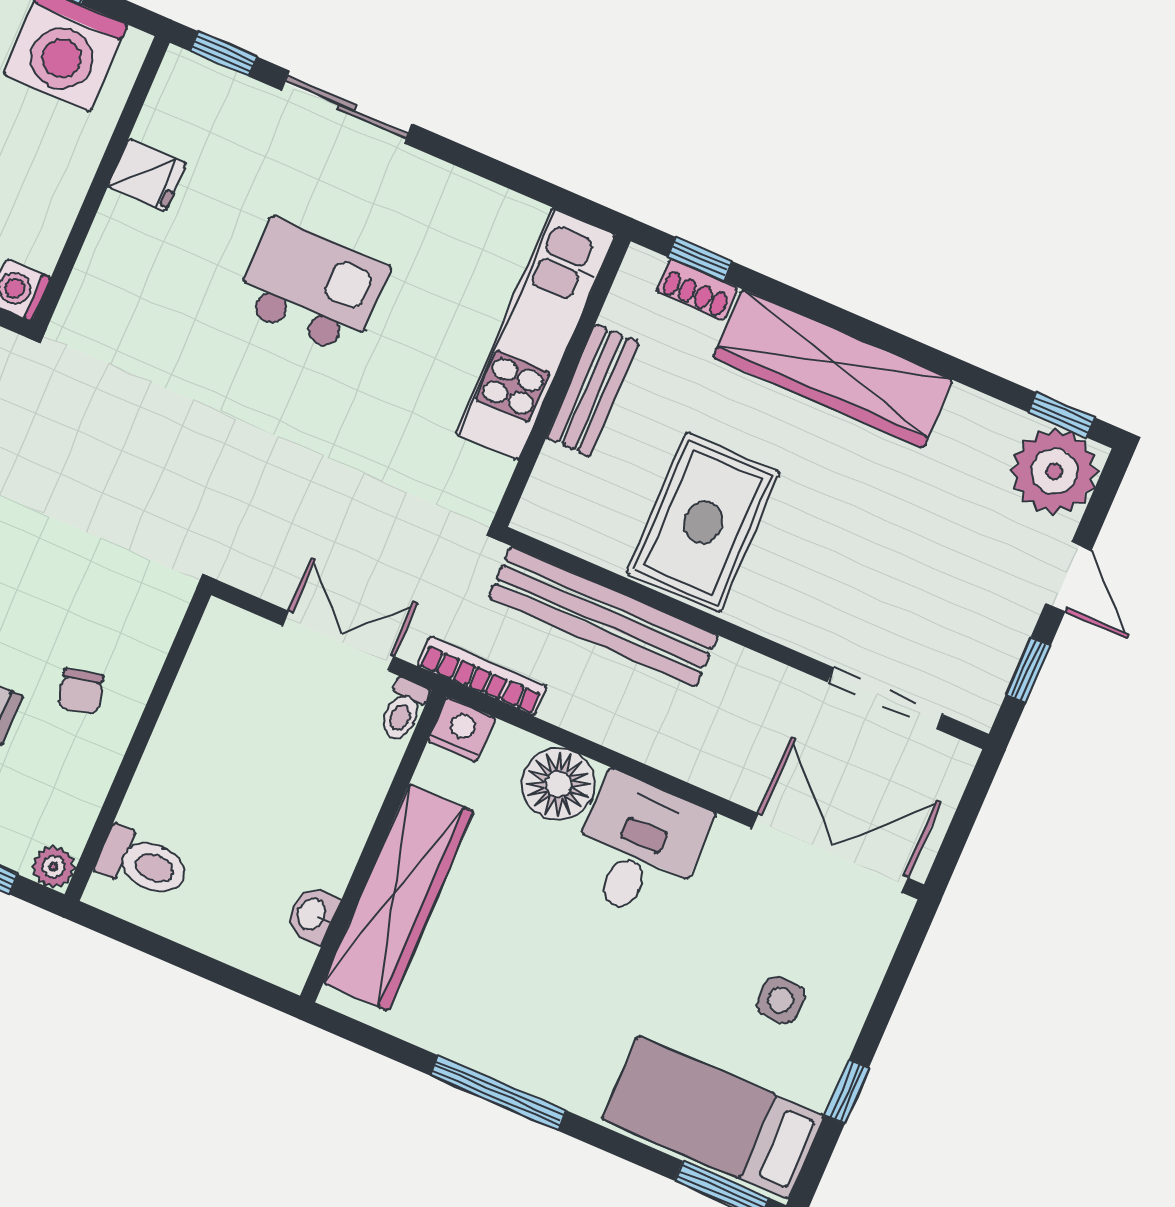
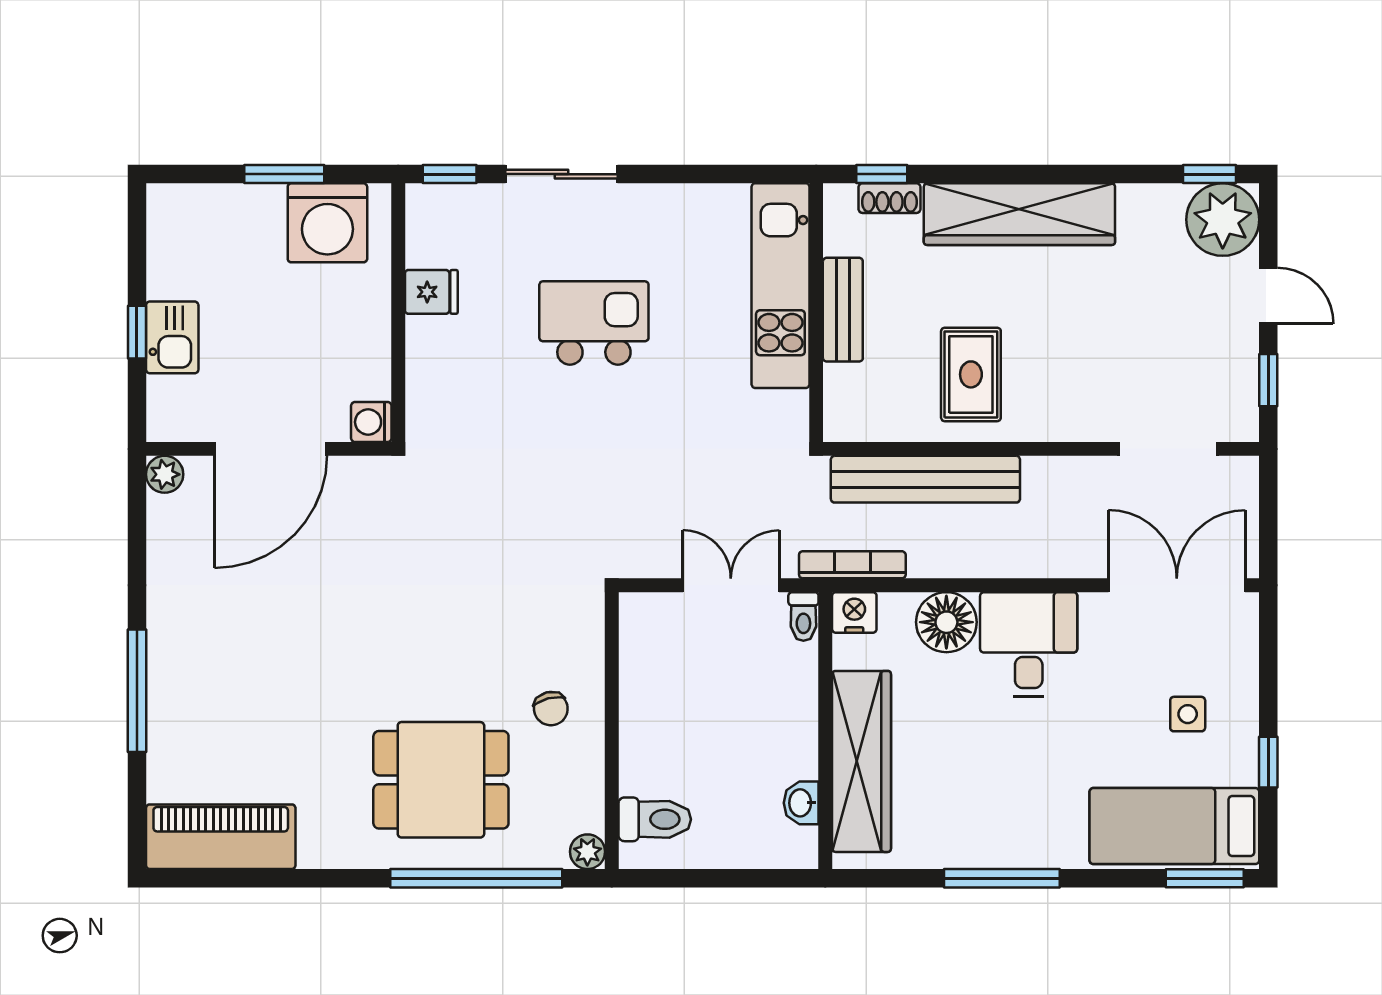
rug: (703, 523) -> (971, 374), width x0.73, depth x0.70

